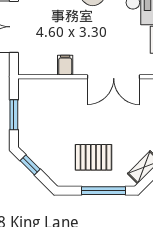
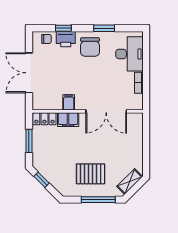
locker: (34, 86) -> (44, 119), added
filing cabinet: (64, 87) -> (68, 120), added

